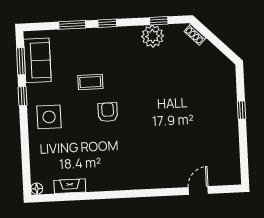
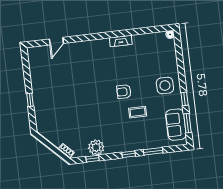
armchair: (108, 112) -> (124, 92), turned 90
fireplace: (70, 186) -> (121, 41), moved

